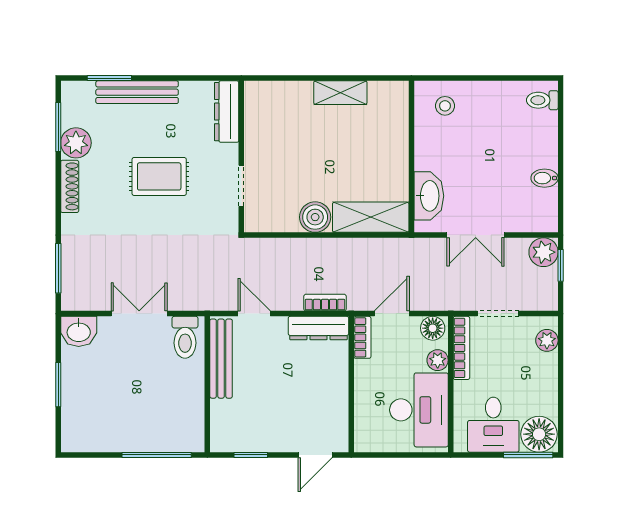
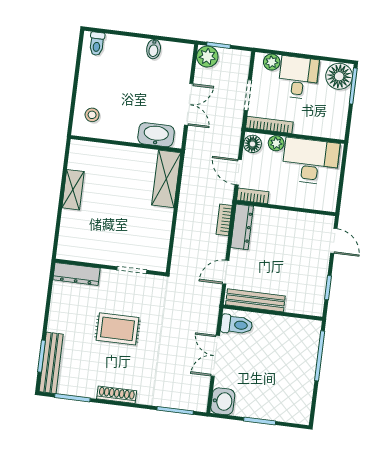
bench: (137, 92) -> (51, 363), moved
plant: (76, 143) -> (86, 386), removed
rug: (159, 176) -> (118, 329), turned 90
boiler: (315, 217) -> (161, 219), removed
desk: (493, 425) -> (298, 78), moved, turned -90

